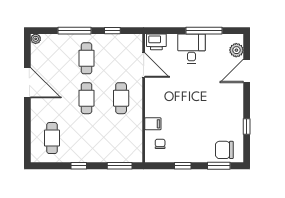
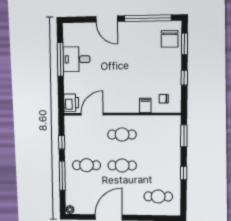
desk: (191, 49) -> (77, 59), moved
plant: (236, 50) -> (78, 29), removed
door: (247, 71) -> (107, 19), moved
window: (247, 127) -> (148, 18), width x3.17

